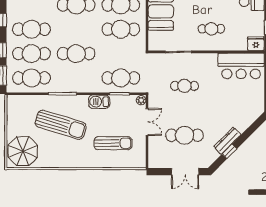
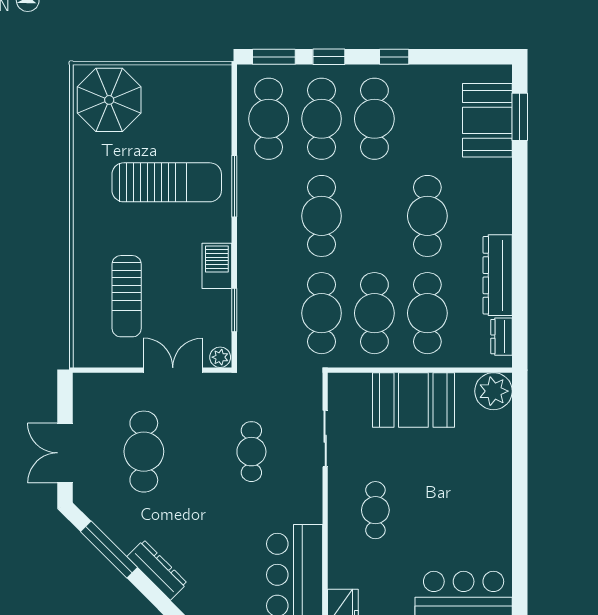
cafe table: (121, 78) -> (322, 313), moved
double door: (147, 122) -> (173, 370), swing flipped
sun lounger: (61, 125) -> (167, 182), turned -107
dresser: (227, 141) -> (157, 570), moved
window: (230, 151) -> (109, 550), width x2.17

